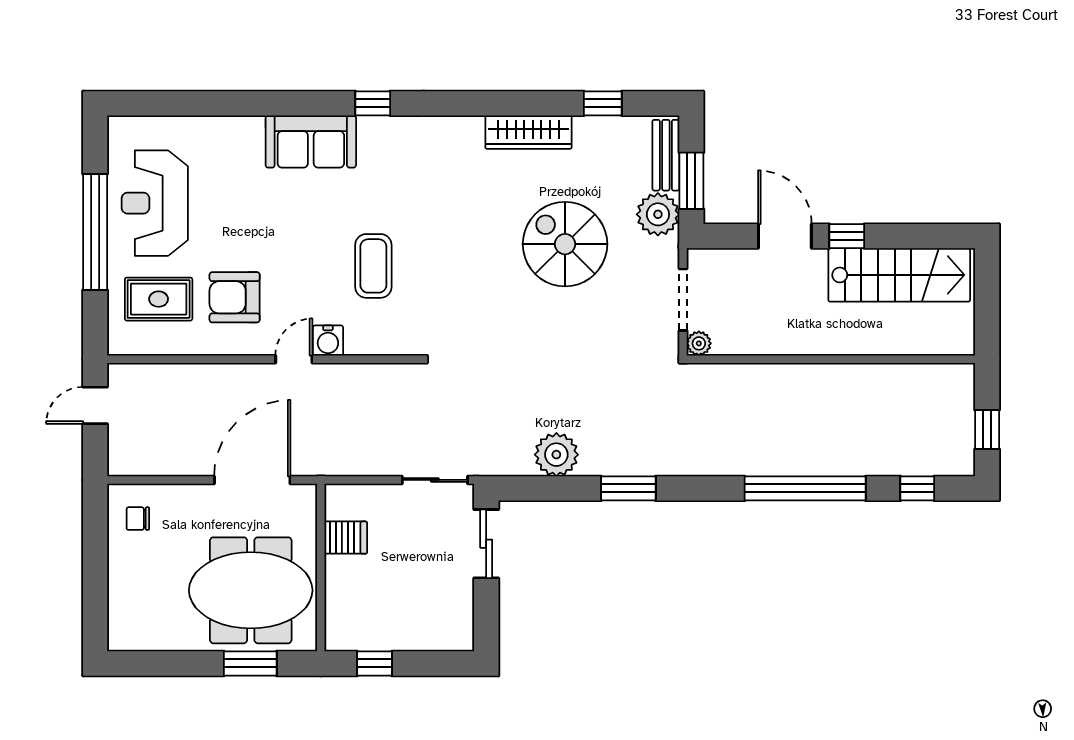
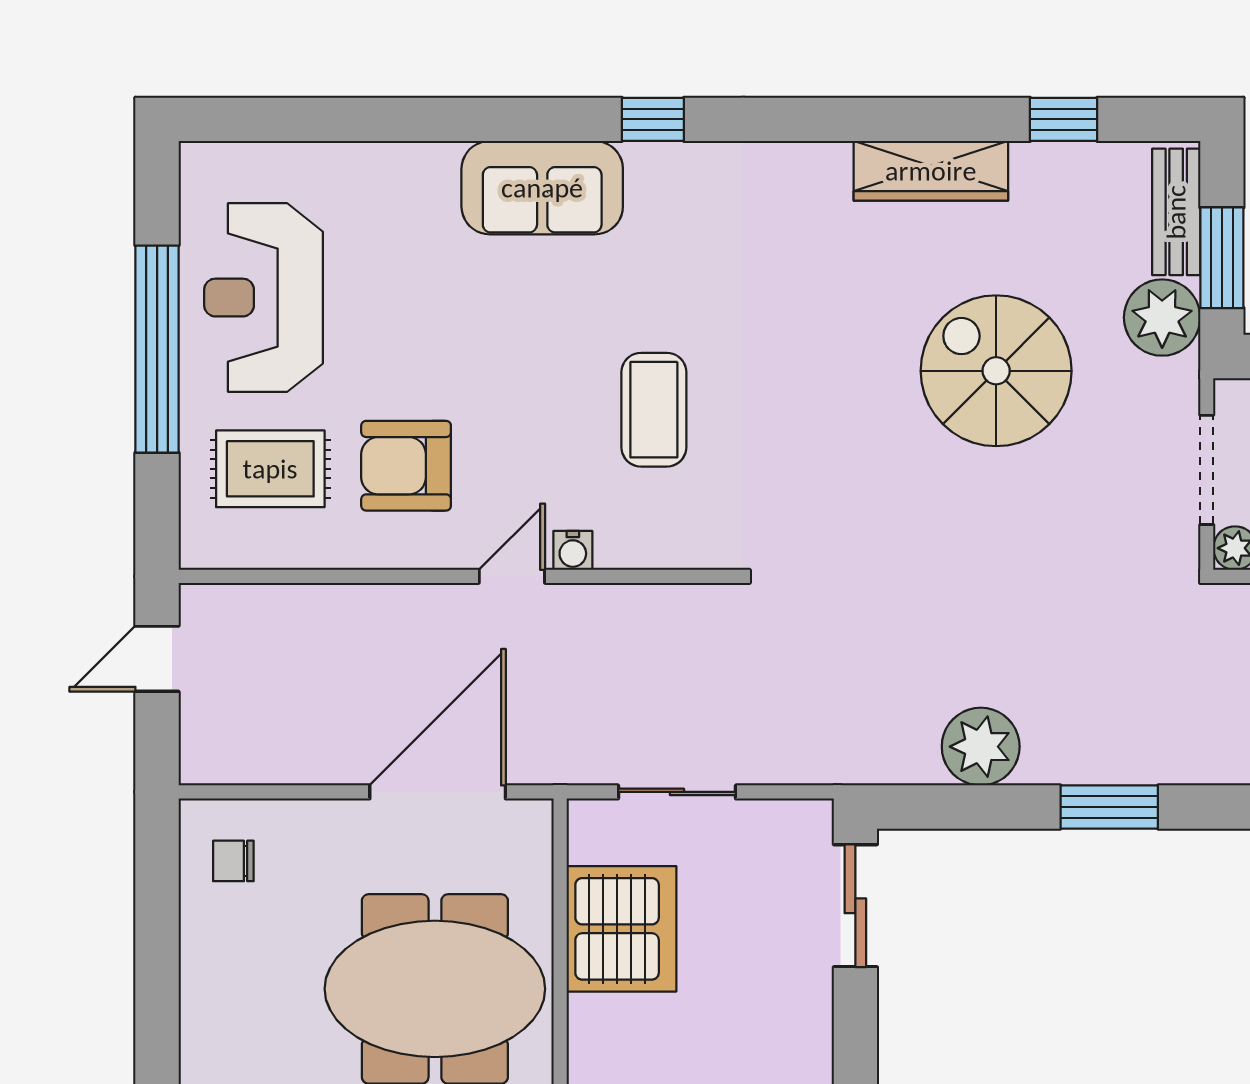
water cooler: (328, 341) -> (573, 550), width x0.72, depth x0.72
sliding door: (435, 480) -> (677, 792), moved
server rack: (346, 538) -> (621, 929), width x2.18, depth x1.44

